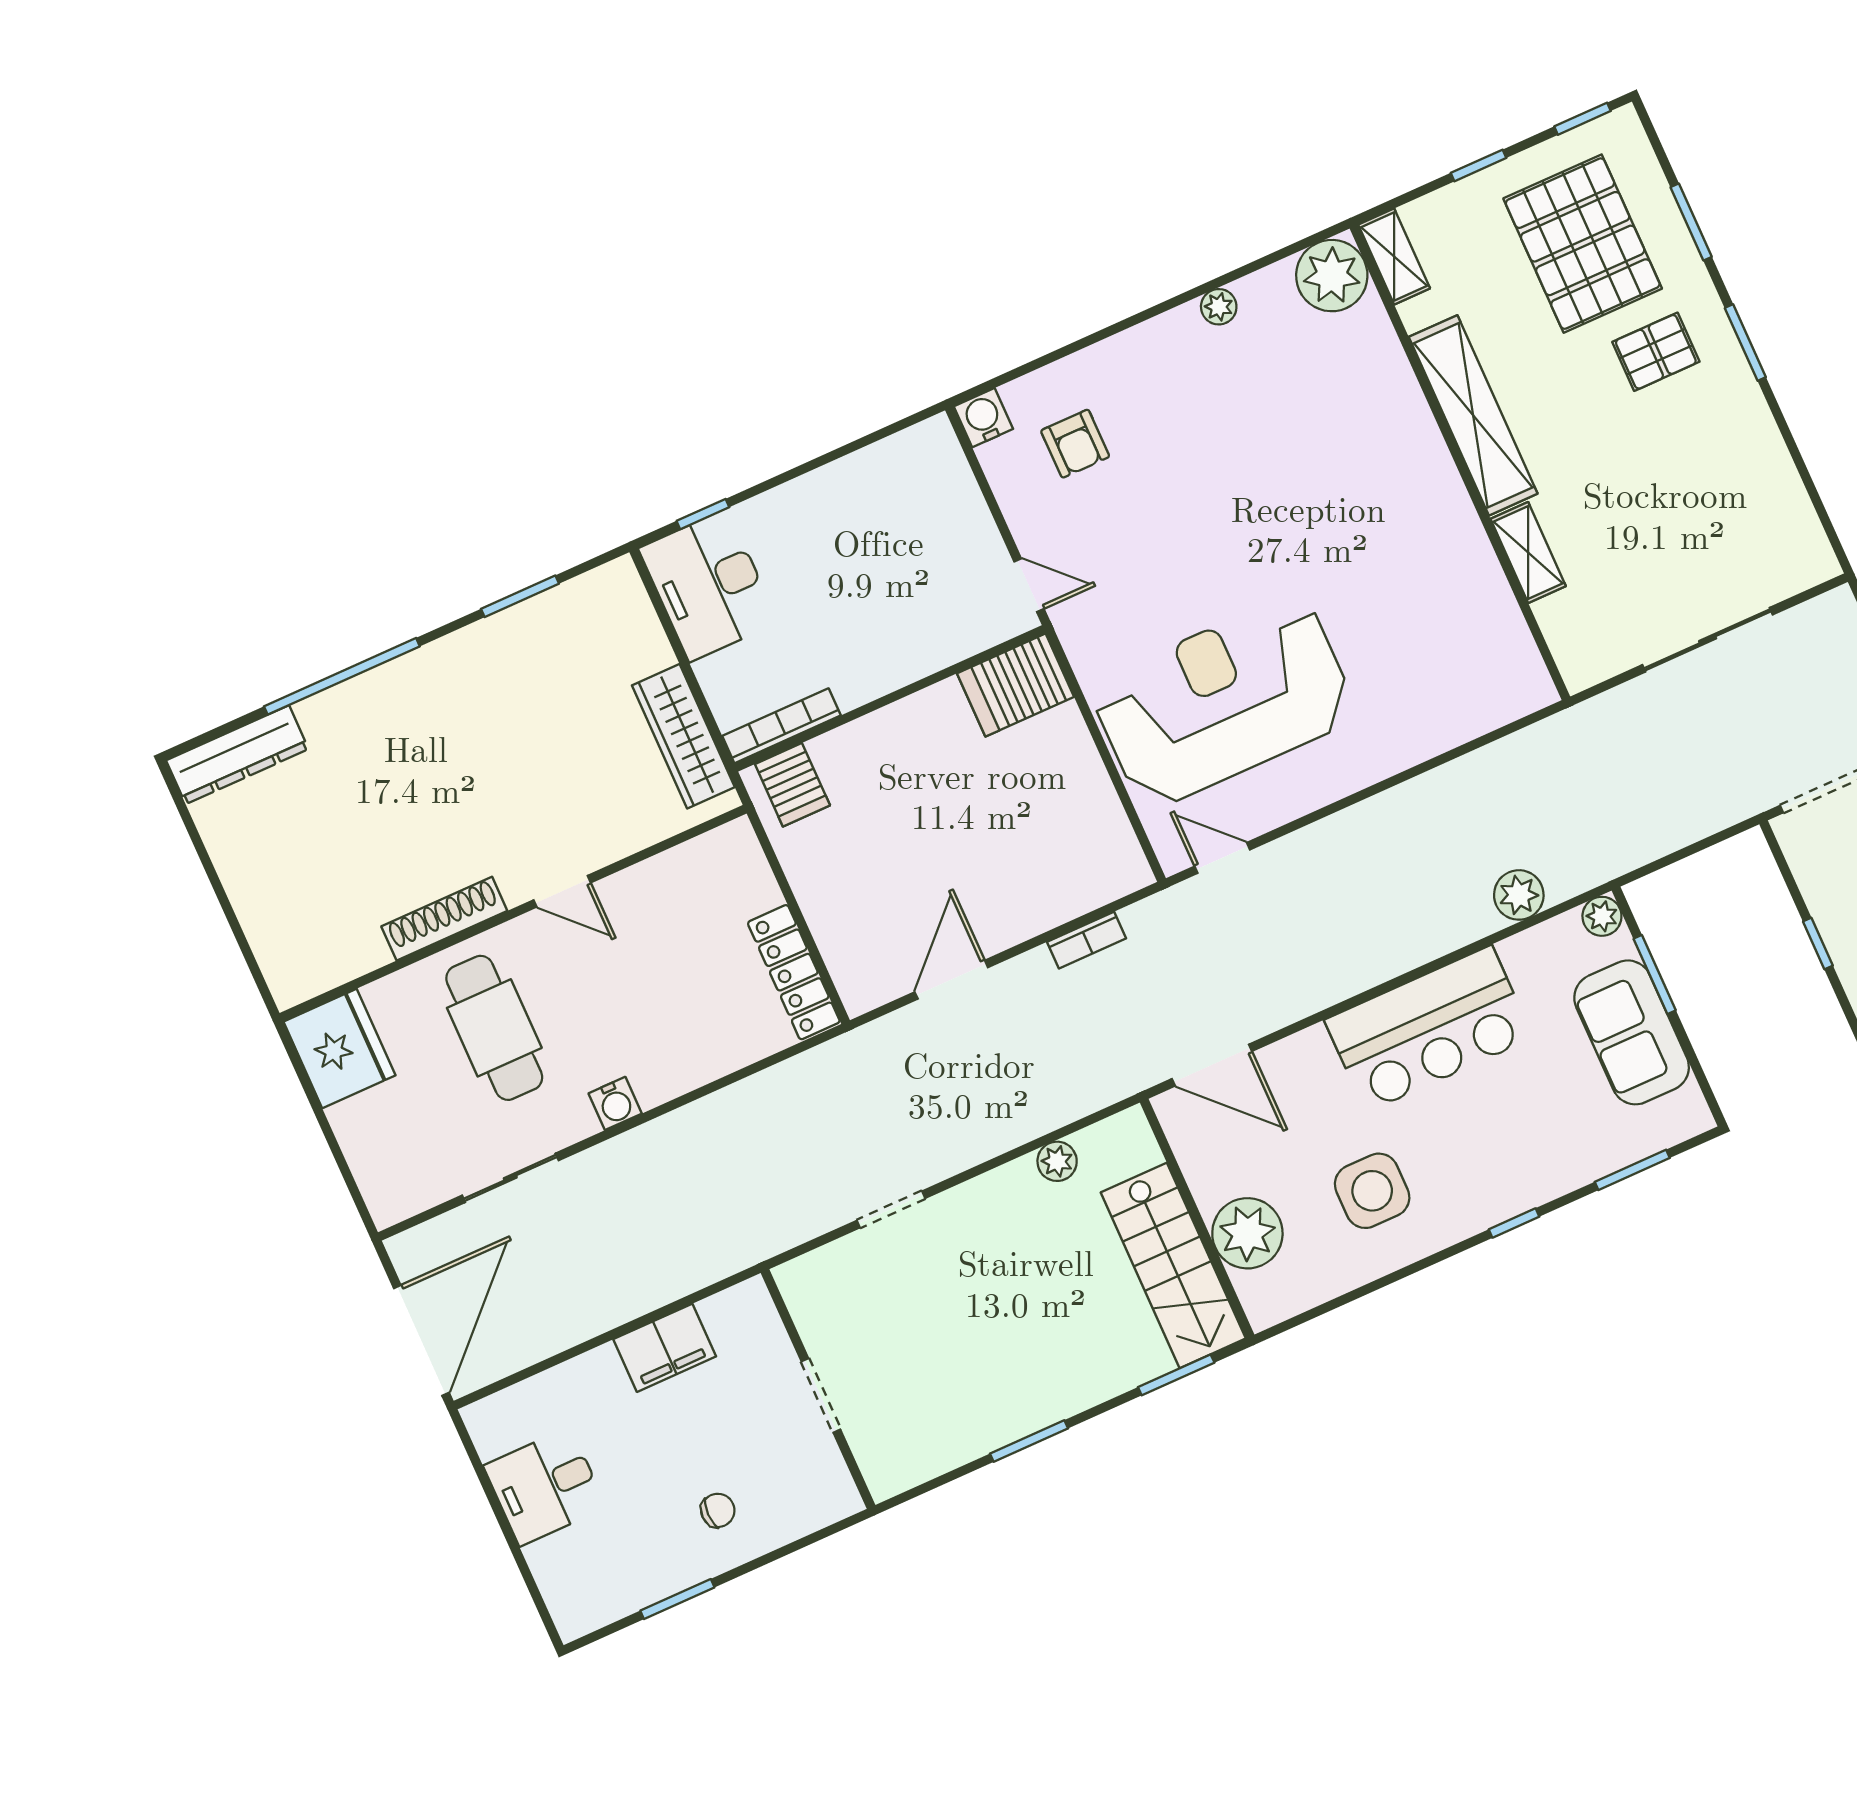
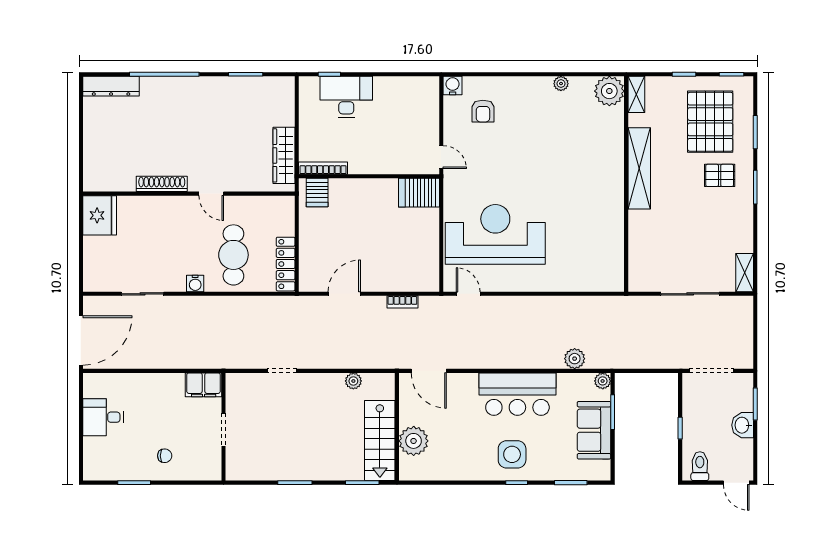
shelving: (1528, 552) -> (745, 273), moved
desk: (708, 585) -> (346, 97), moved, turned 90
cafe table: (494, 1028) -> (233, 255), moved
side table: (1372, 1191) -> (512, 454), moved
filing cabinet: (665, 1348) -> (204, 385), moved

